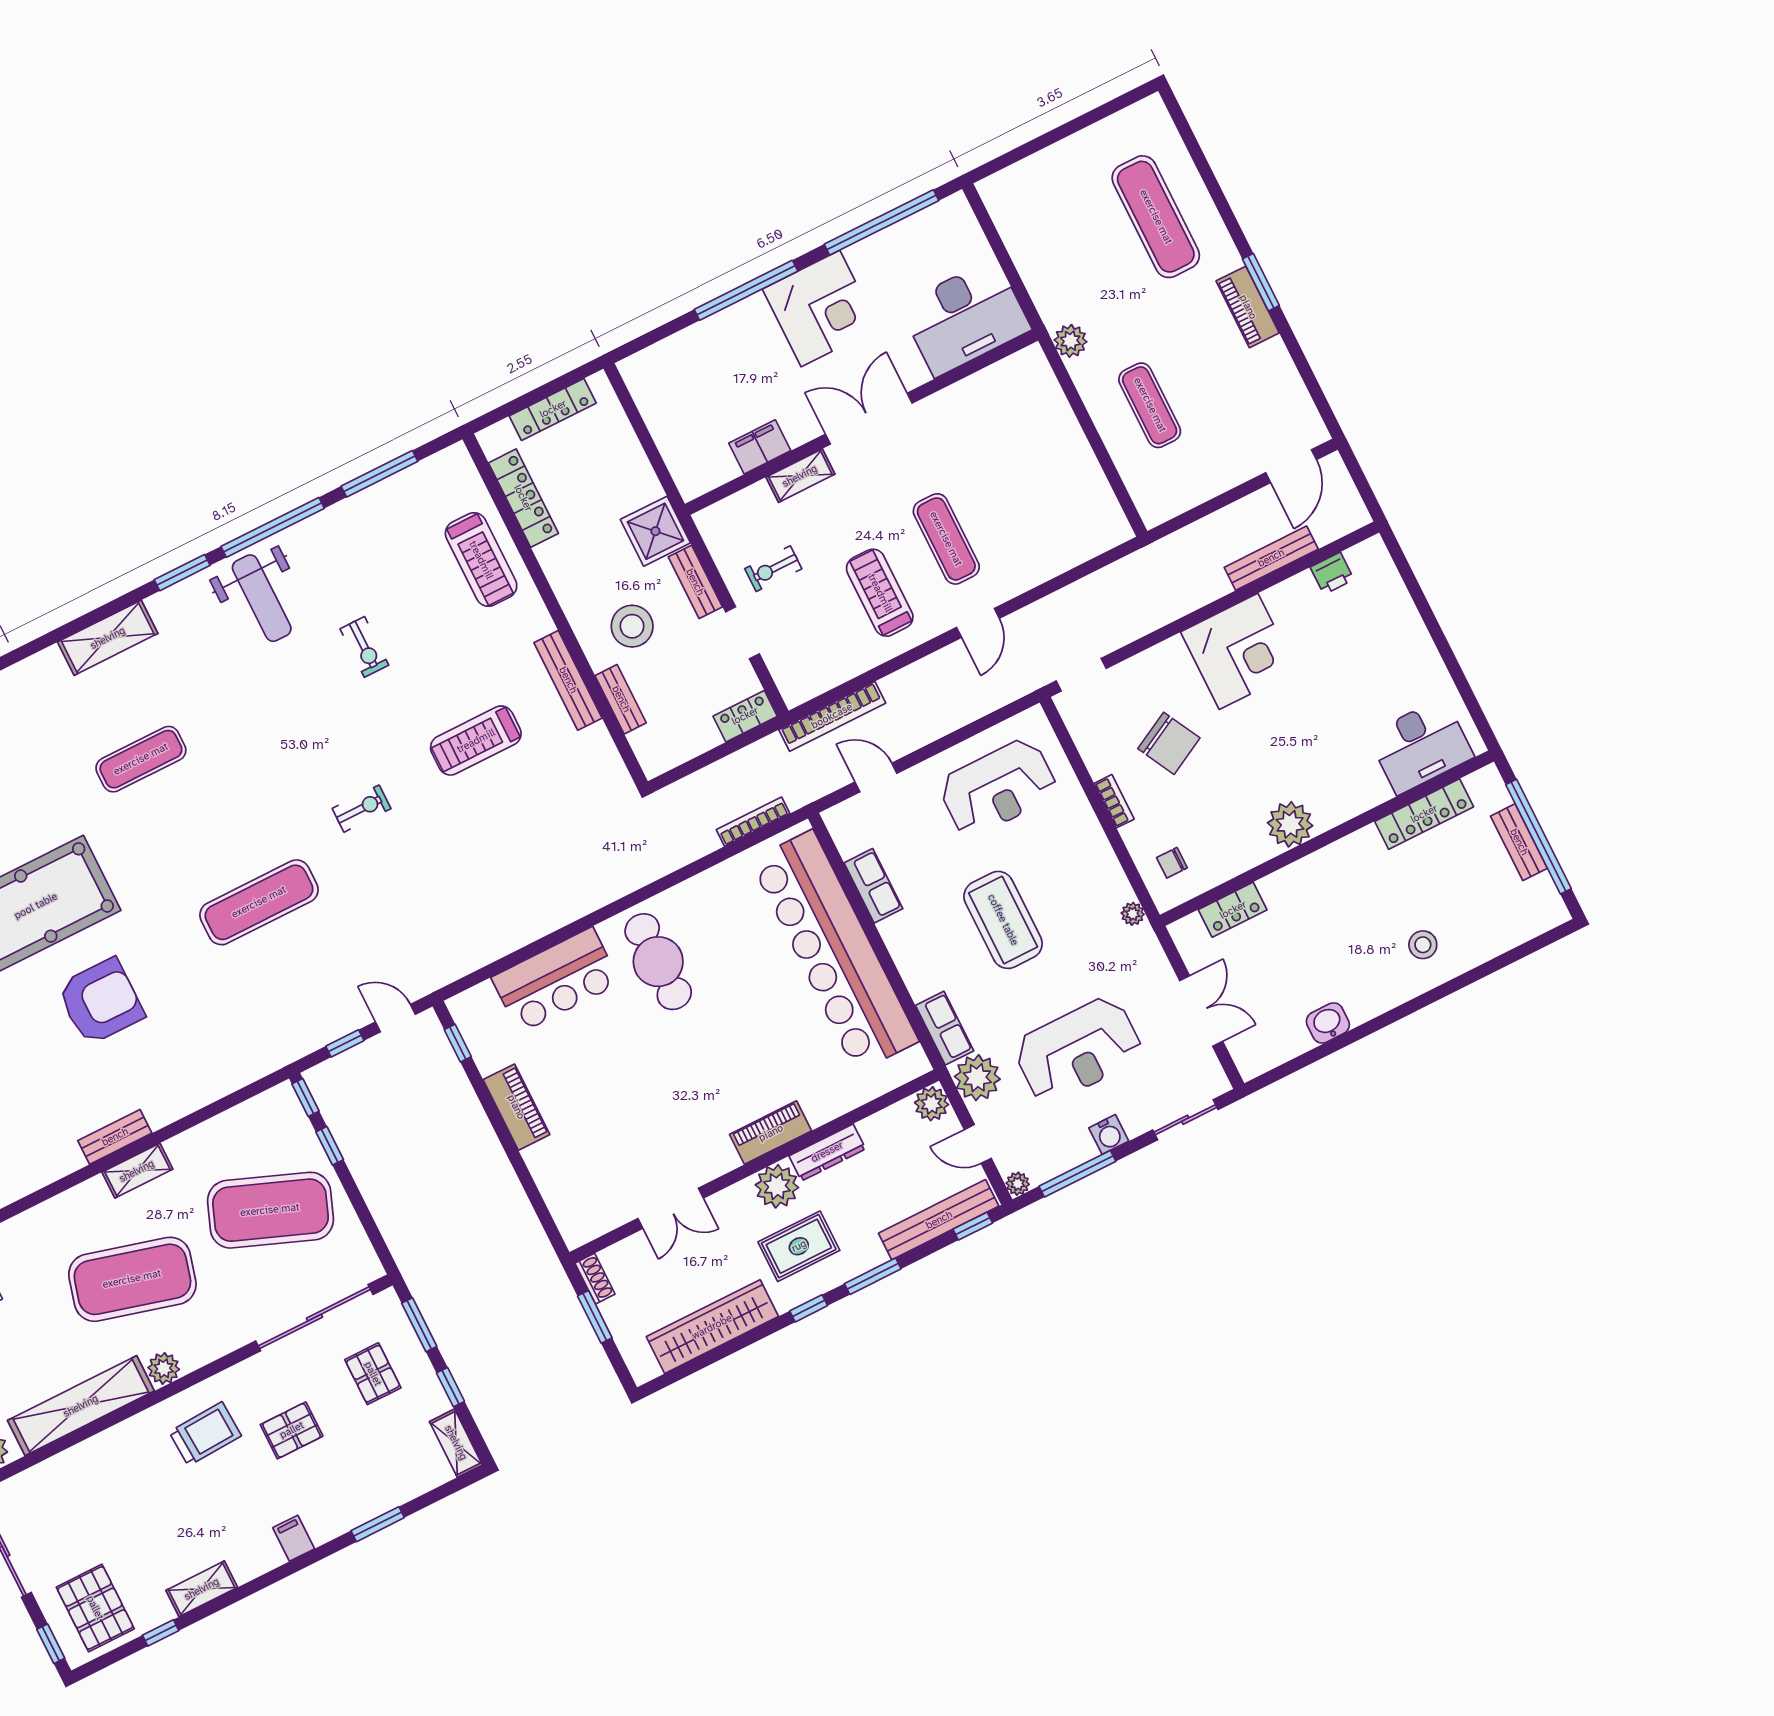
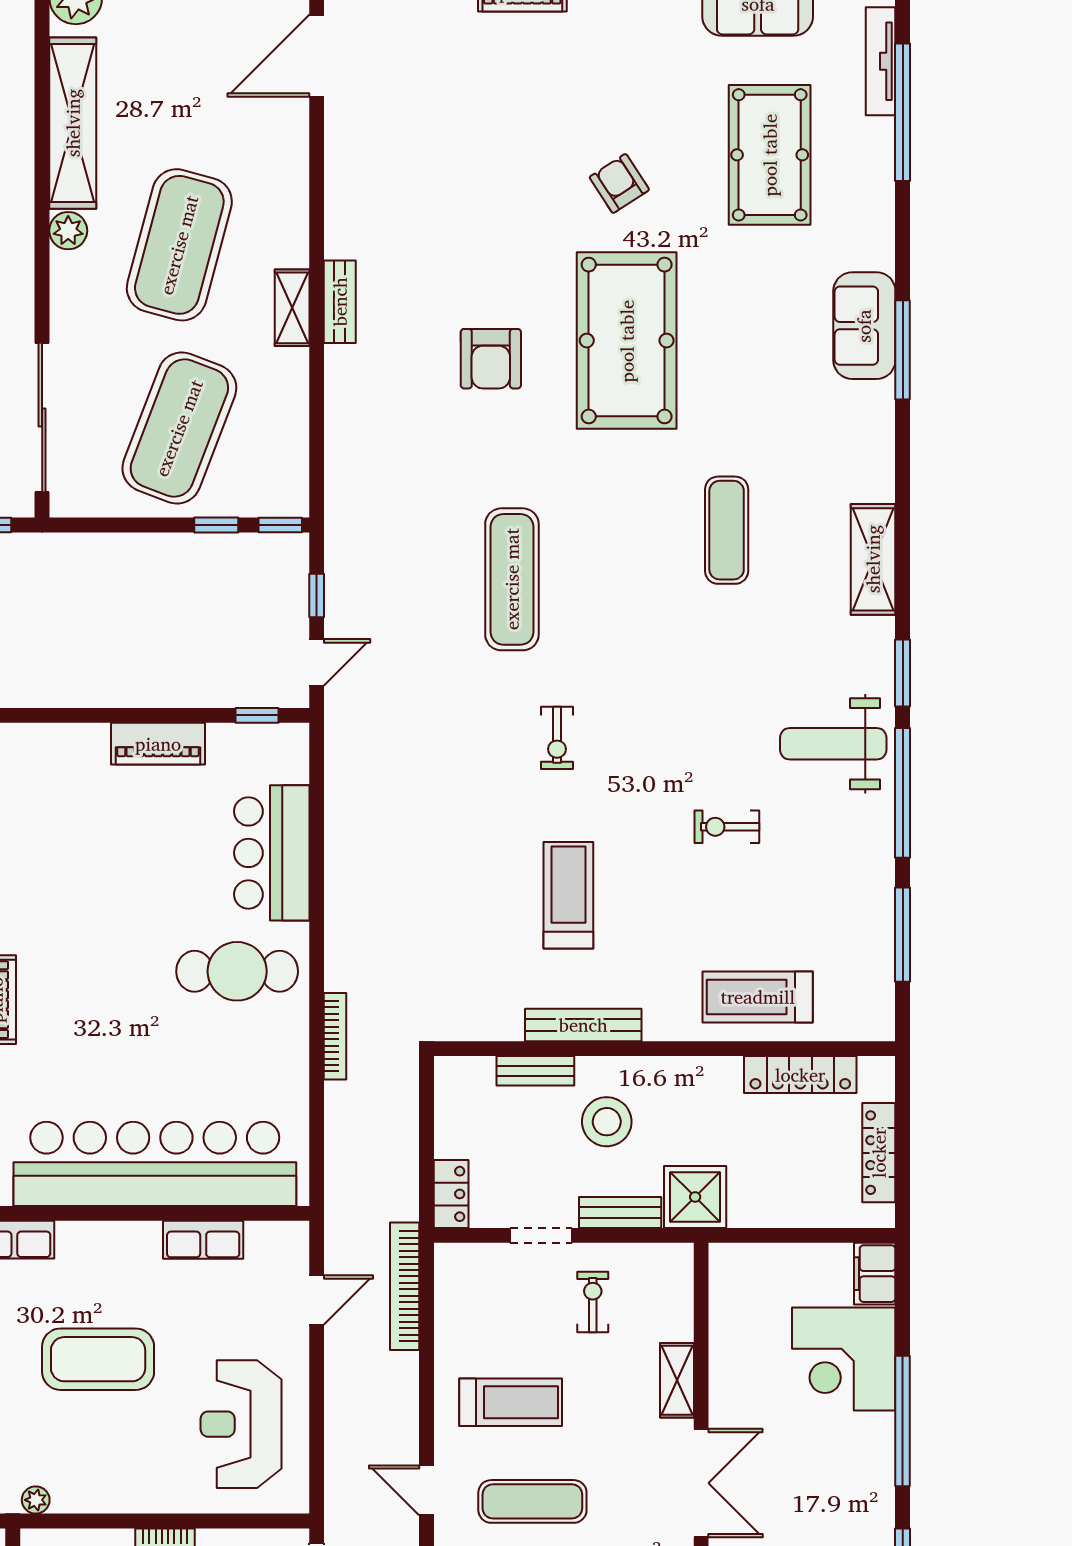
corner desk: (820, 309) -> (844, 1359), moved
filing cabinet: (760, 447) -> (875, 1274), moved, turned 180
bookcase: (753, 822) -> (335, 1036), moved
armchair: (101, 1002) -> (491, 359), width x0.73, depth x0.73

